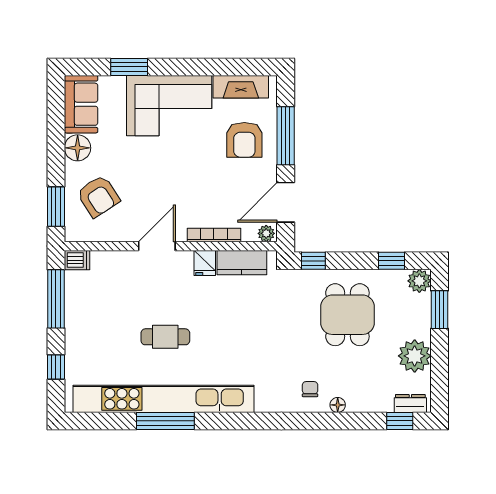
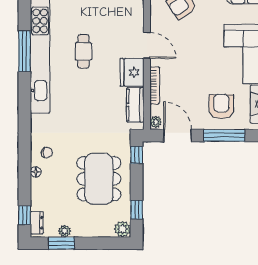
armchair: (244, 140) -> (221, 107), turned 90
fridge: (205, 263) -> (132, 72), width x1.88, depth x1.34
window: (439, 310) -> (61, 243), moved
dining table: (347, 315) -> (99, 179), width x1.38
plant: (415, 356) -> (65, 231), width x0.53, depth x0.53

